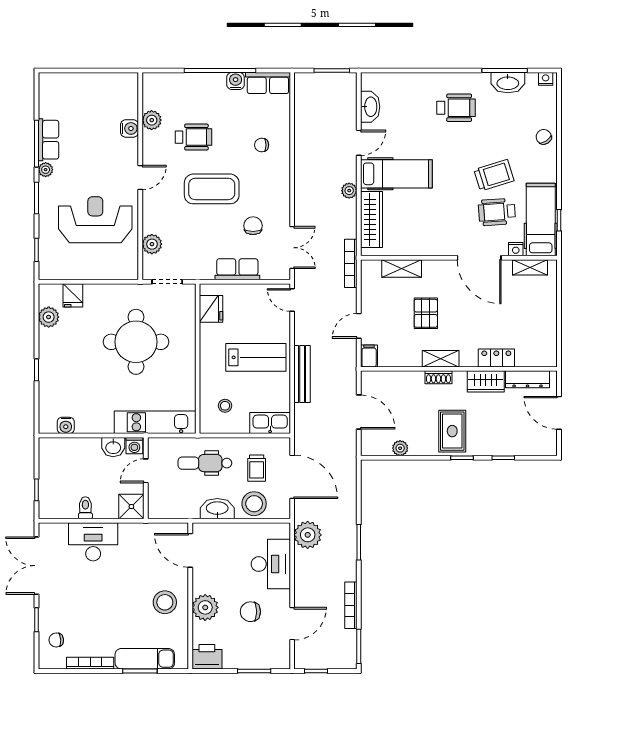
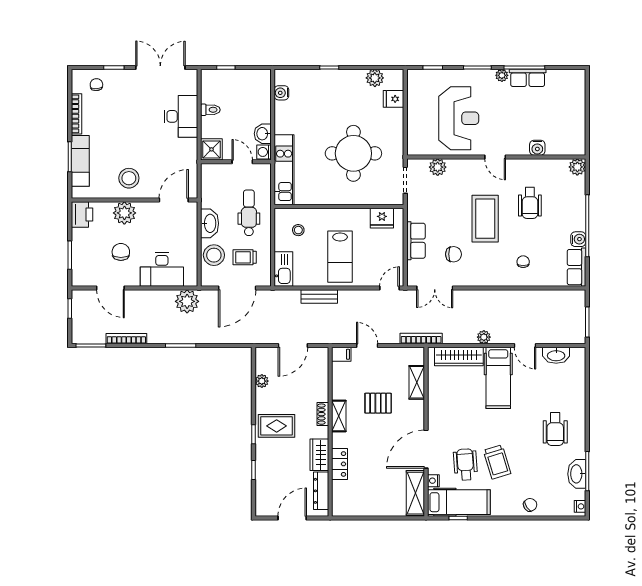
plant: (152, 120) -> (577, 167), moved
shelving: (530, 267) -> (415, 493), width x1.50, depth x1.33
bench: (302, 374) -> (319, 296), width x0.73

